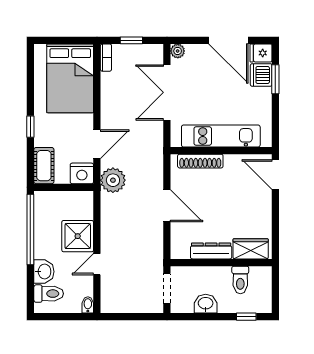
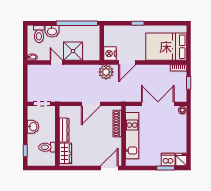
door: (228, 40) -> (189, 140), removed
door: (97, 144) -> (127, 63), hinge flipped
cot: (44, 166) -> (115, 31), removed

